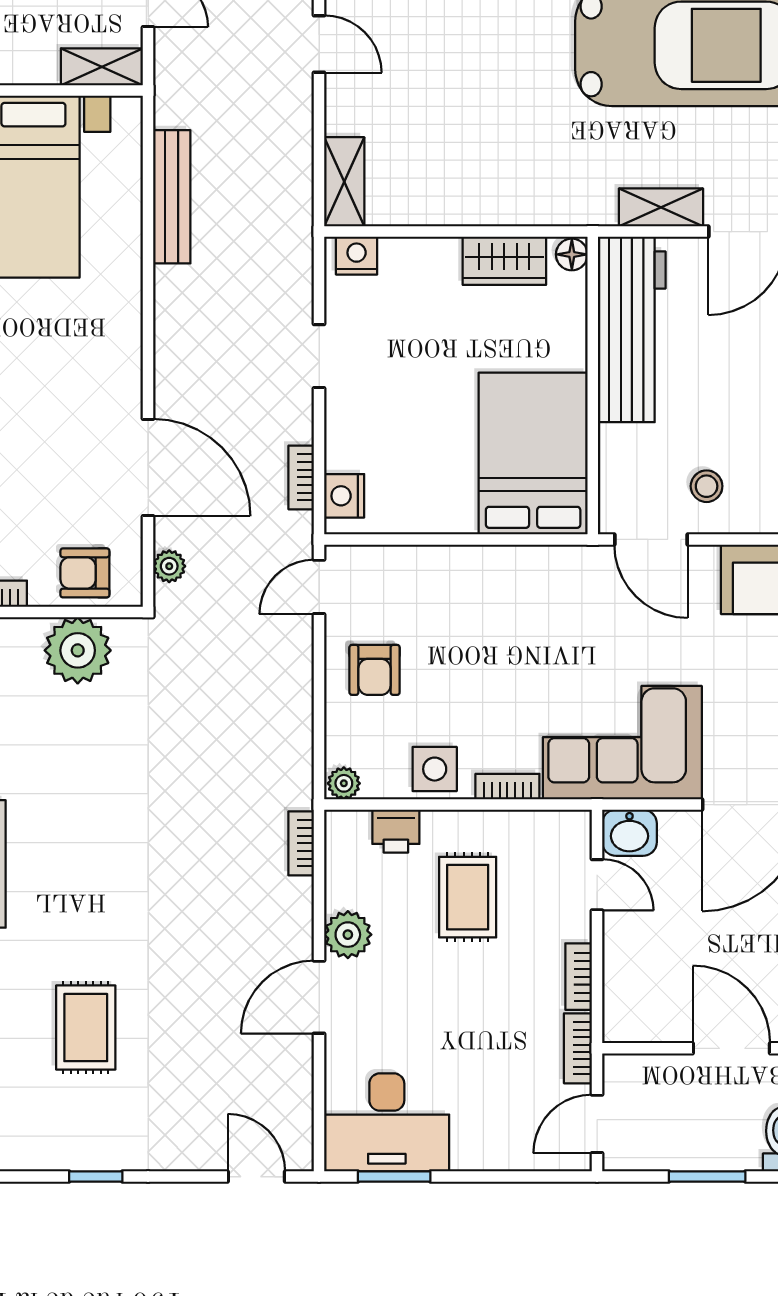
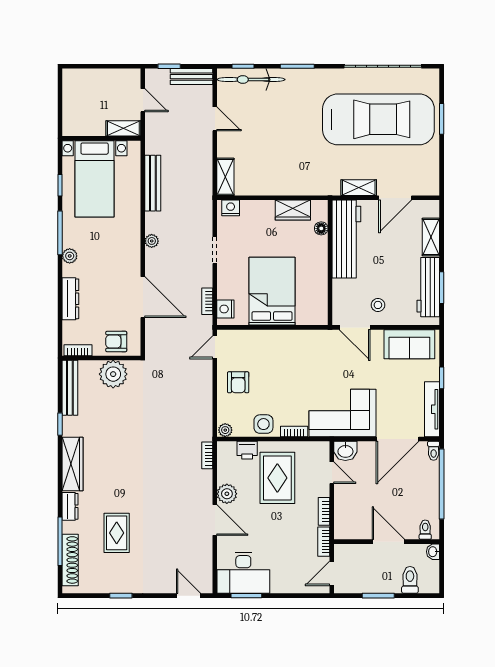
floor lamp: (572, 254) -> (321, 228), moved
bed: (533, 454) -> (272, 291), moved
plant: (169, 566) -> (152, 241), moved
rug: (468, 897) -> (277, 478), width x1.36, depth x1.43
door: (319, 997) -> (215, 520), swing flipped

